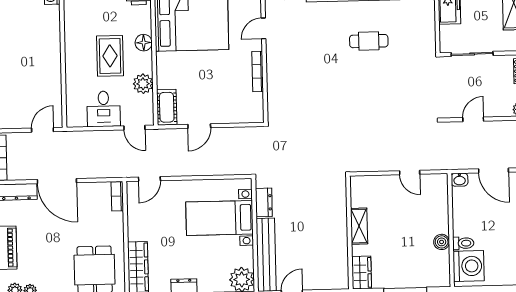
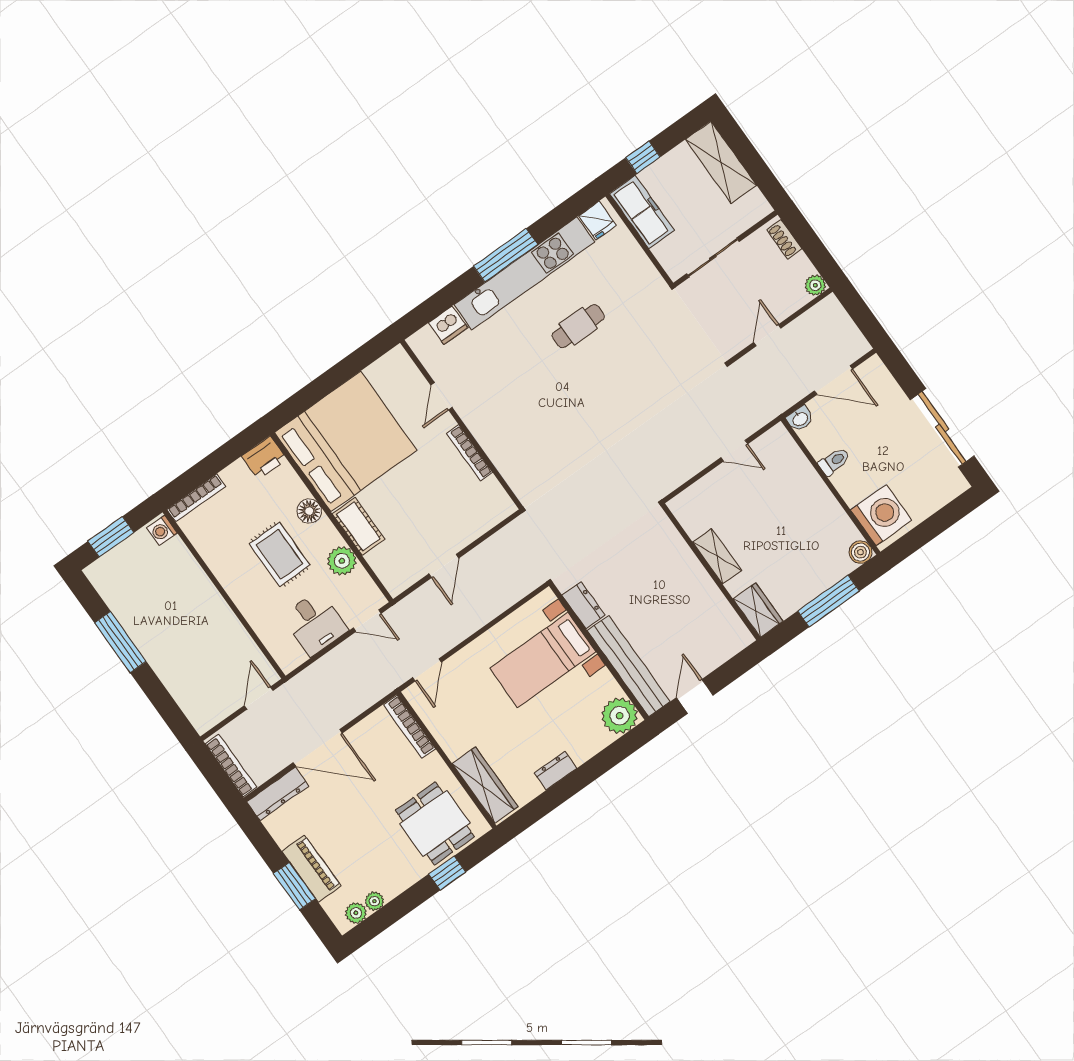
cot: (167, 107) -> (358, 526), moved
bookcase: (117, 196) -> (409, 727), width x1.56
boiler: (442, 242) -> (860, 552), moved
toilet: (463, 243) -> (834, 461), moved

